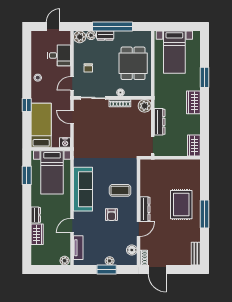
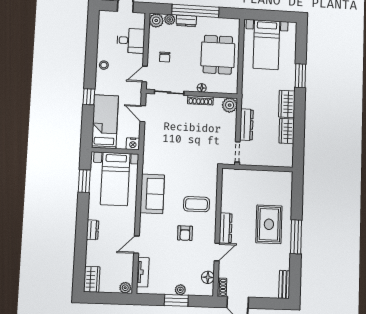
wardrobe: (194, 146) -> (287, 131), moved
sofa: (83, 189) -> (152, 194), width x0.73
wardrobe: (37, 234) -> (92, 279), moved

